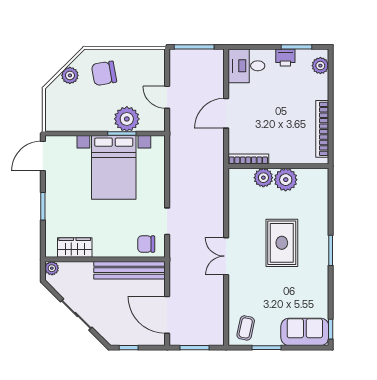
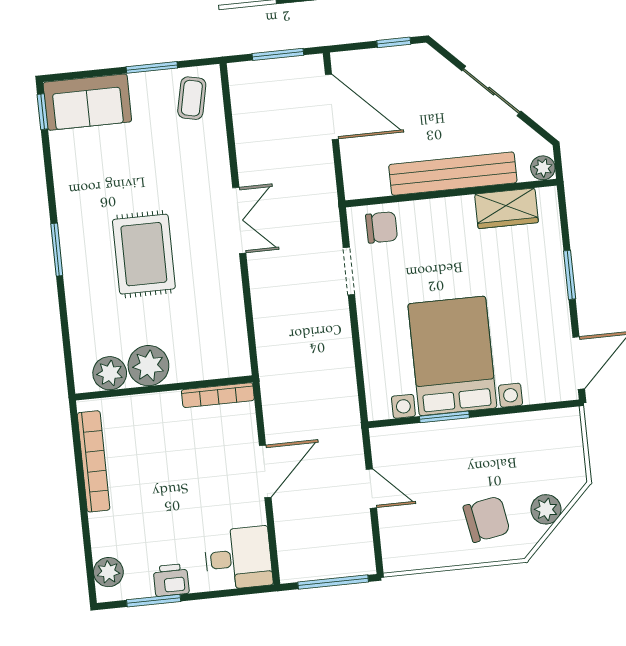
plant: (127, 119) -> (438, 443), removed
plant: (263, 178) -> (110, 373), moved
bench: (130, 270) -> (453, 174), moved

